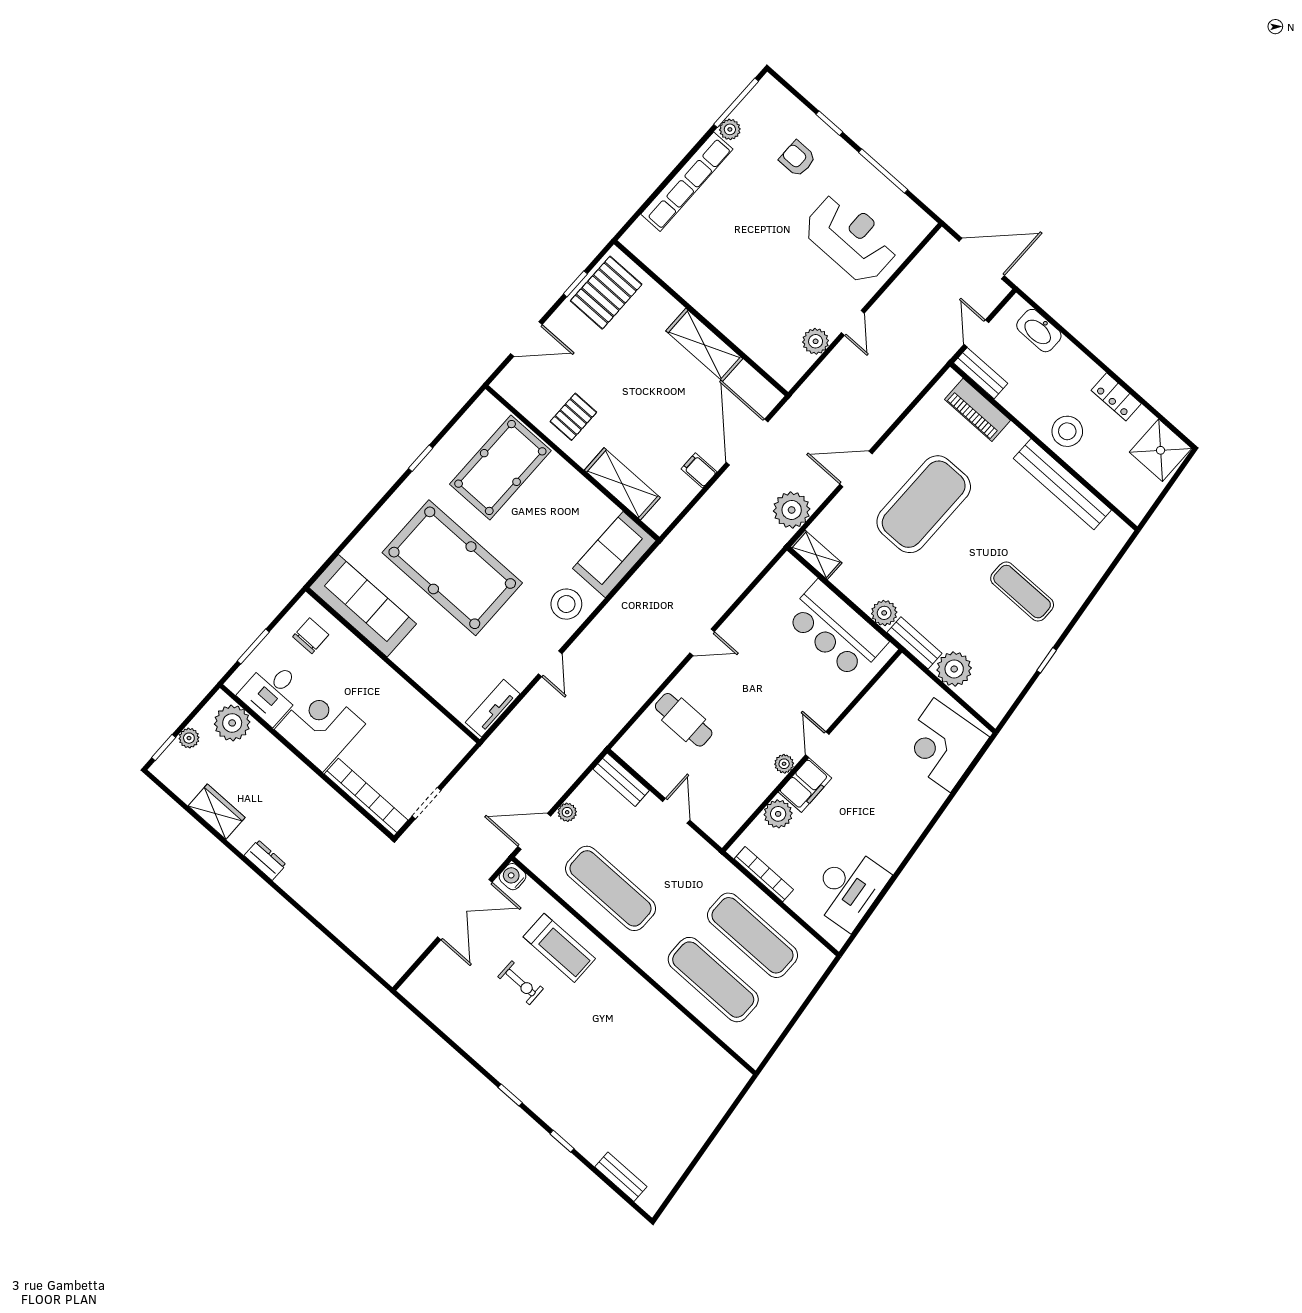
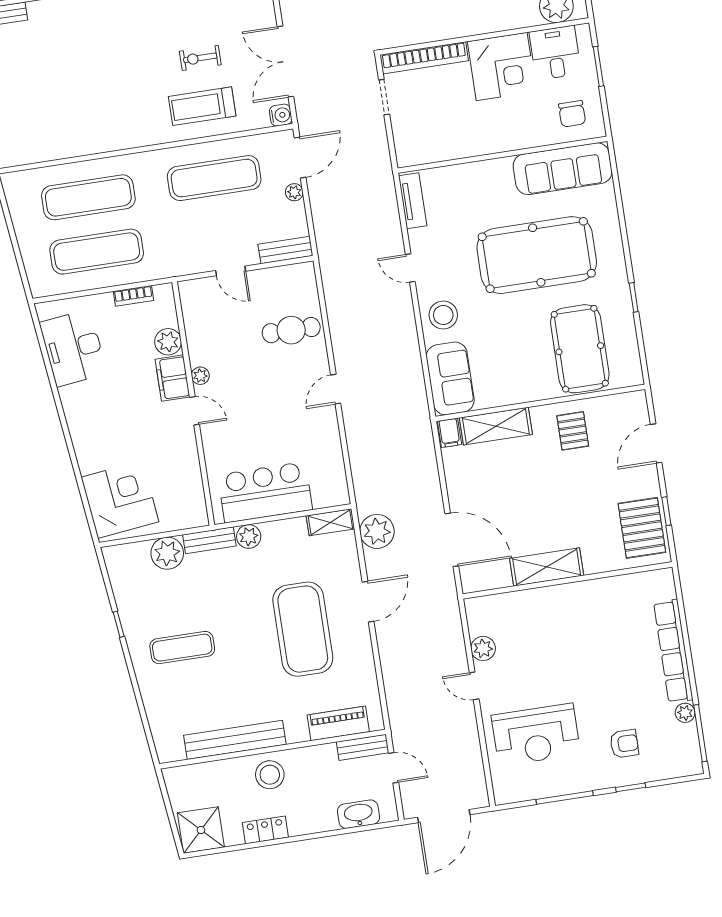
filing cabinet: (699, 470) -> (449, 433), moved, turned 90
bookcase: (764, 874) -> (133, 296), width x0.64

